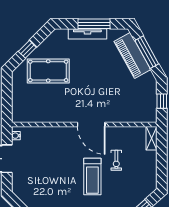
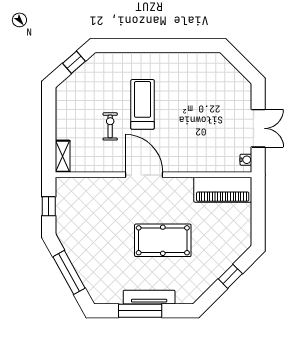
piano: (132, 55) -> (223, 190), moved, turned 119
pool table: (48, 71) -> (163, 240), moved

